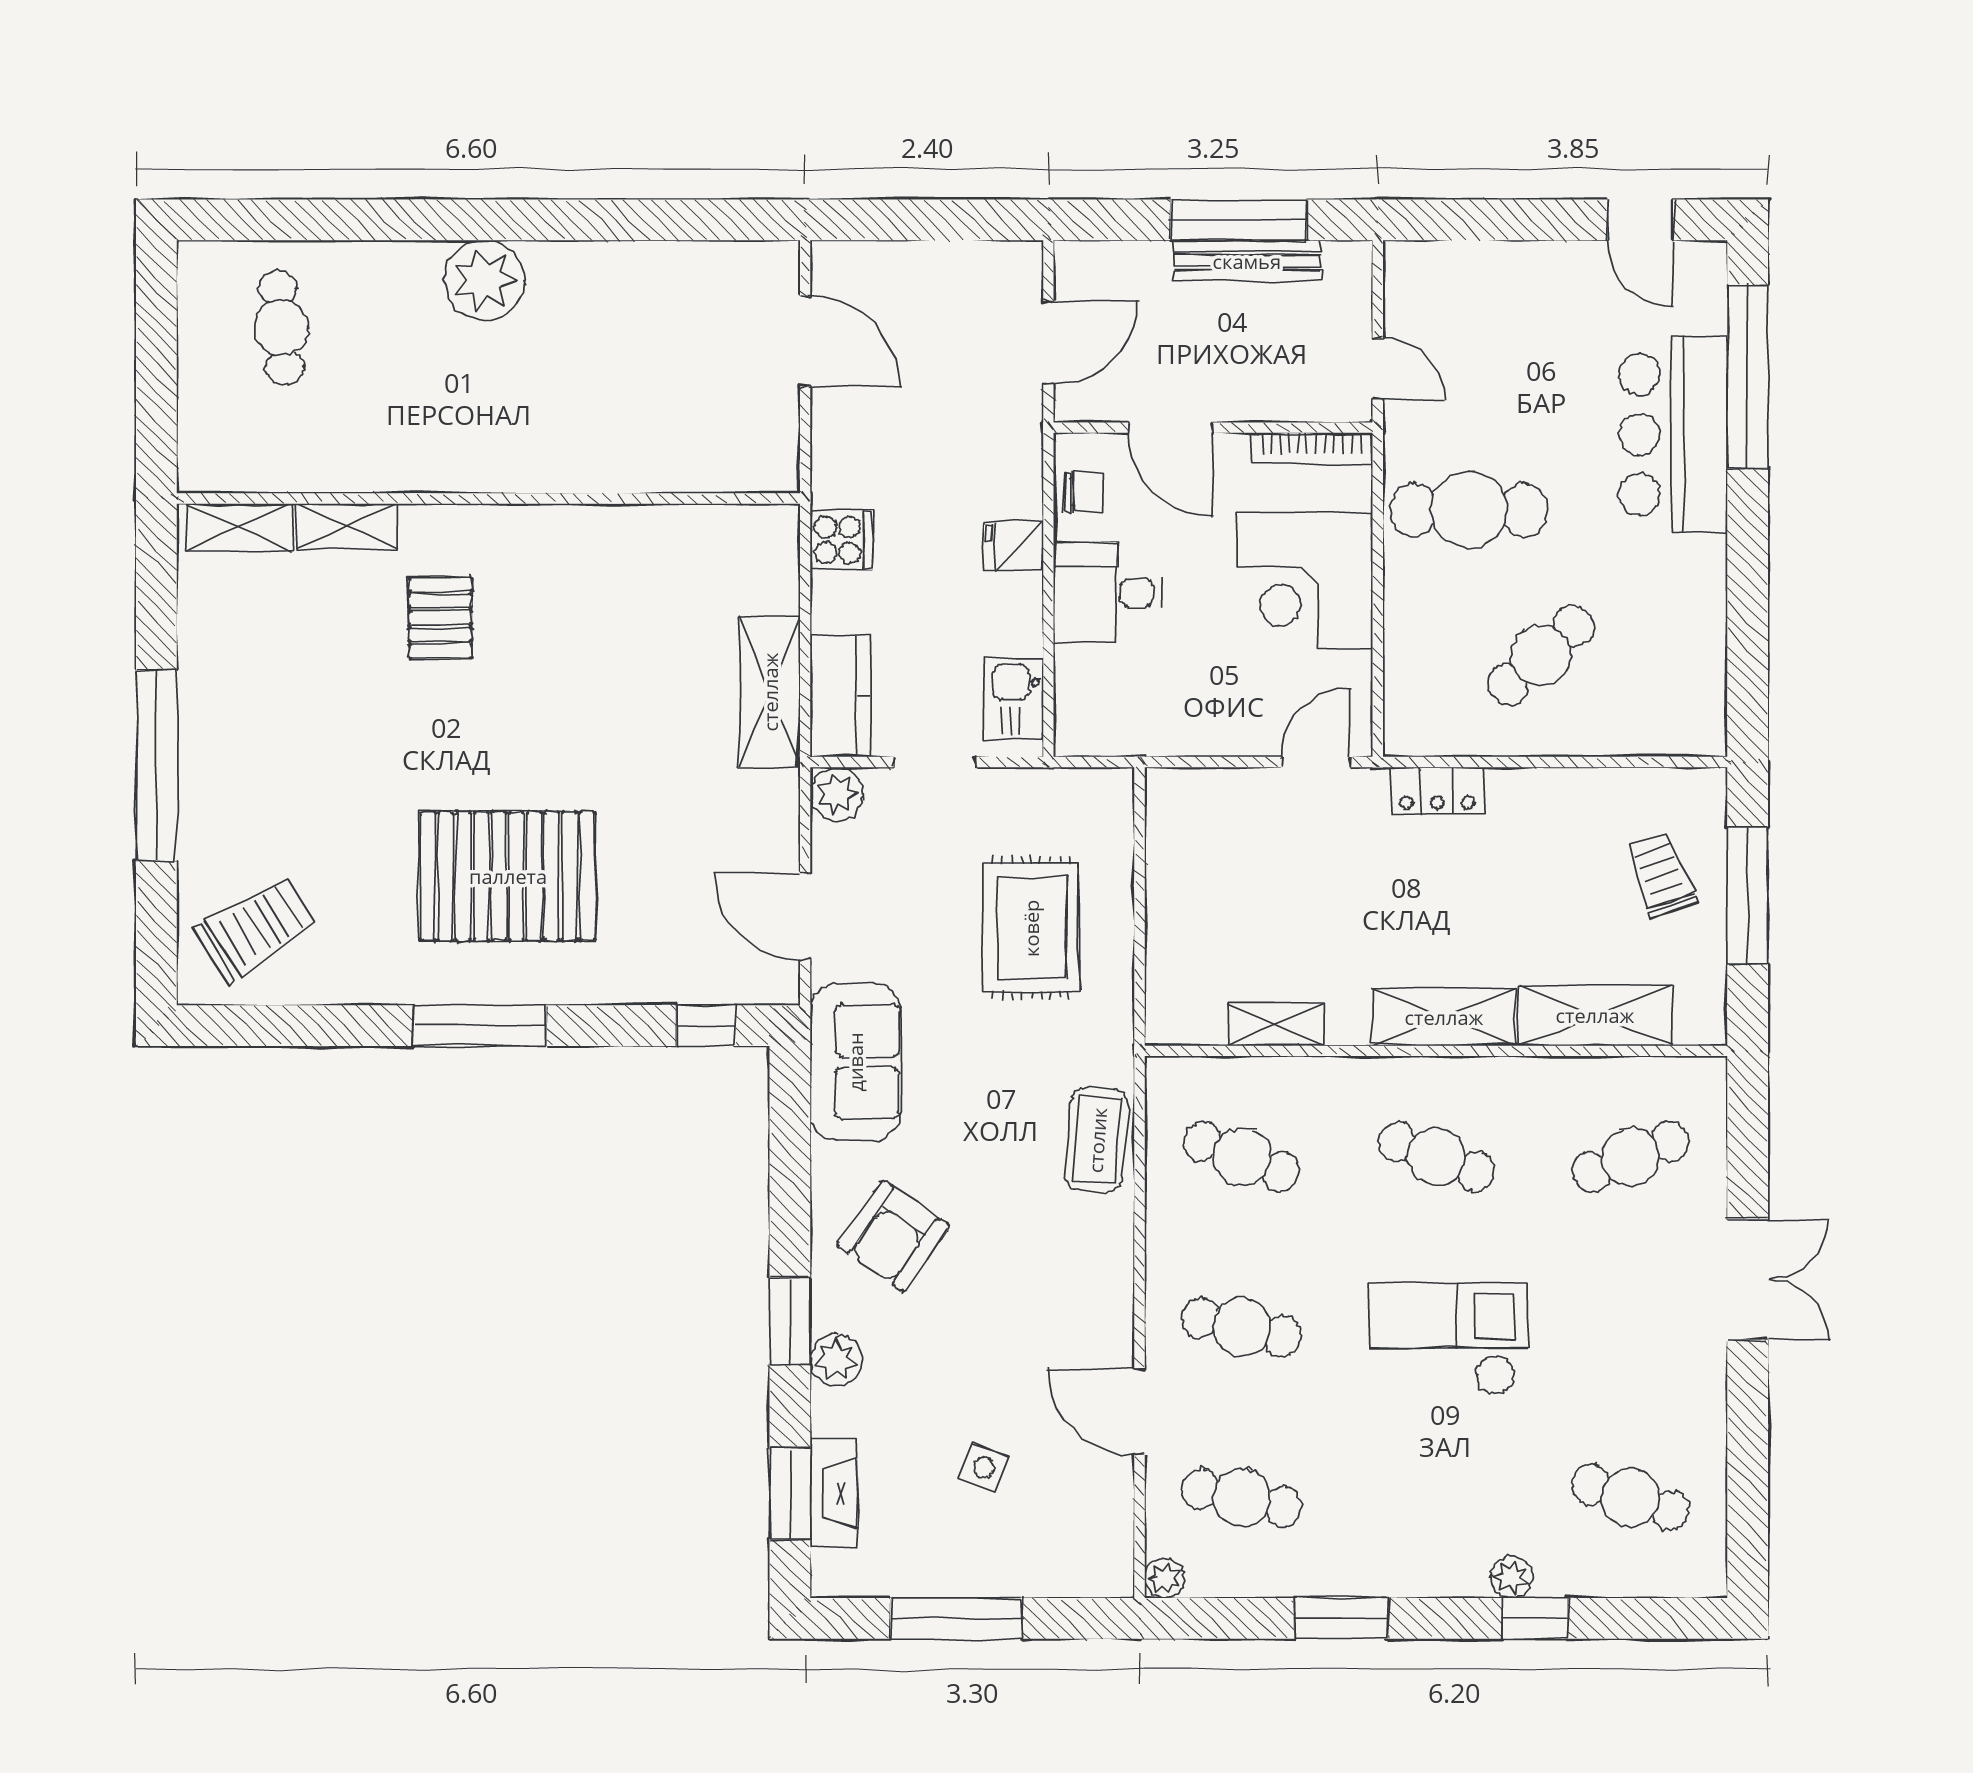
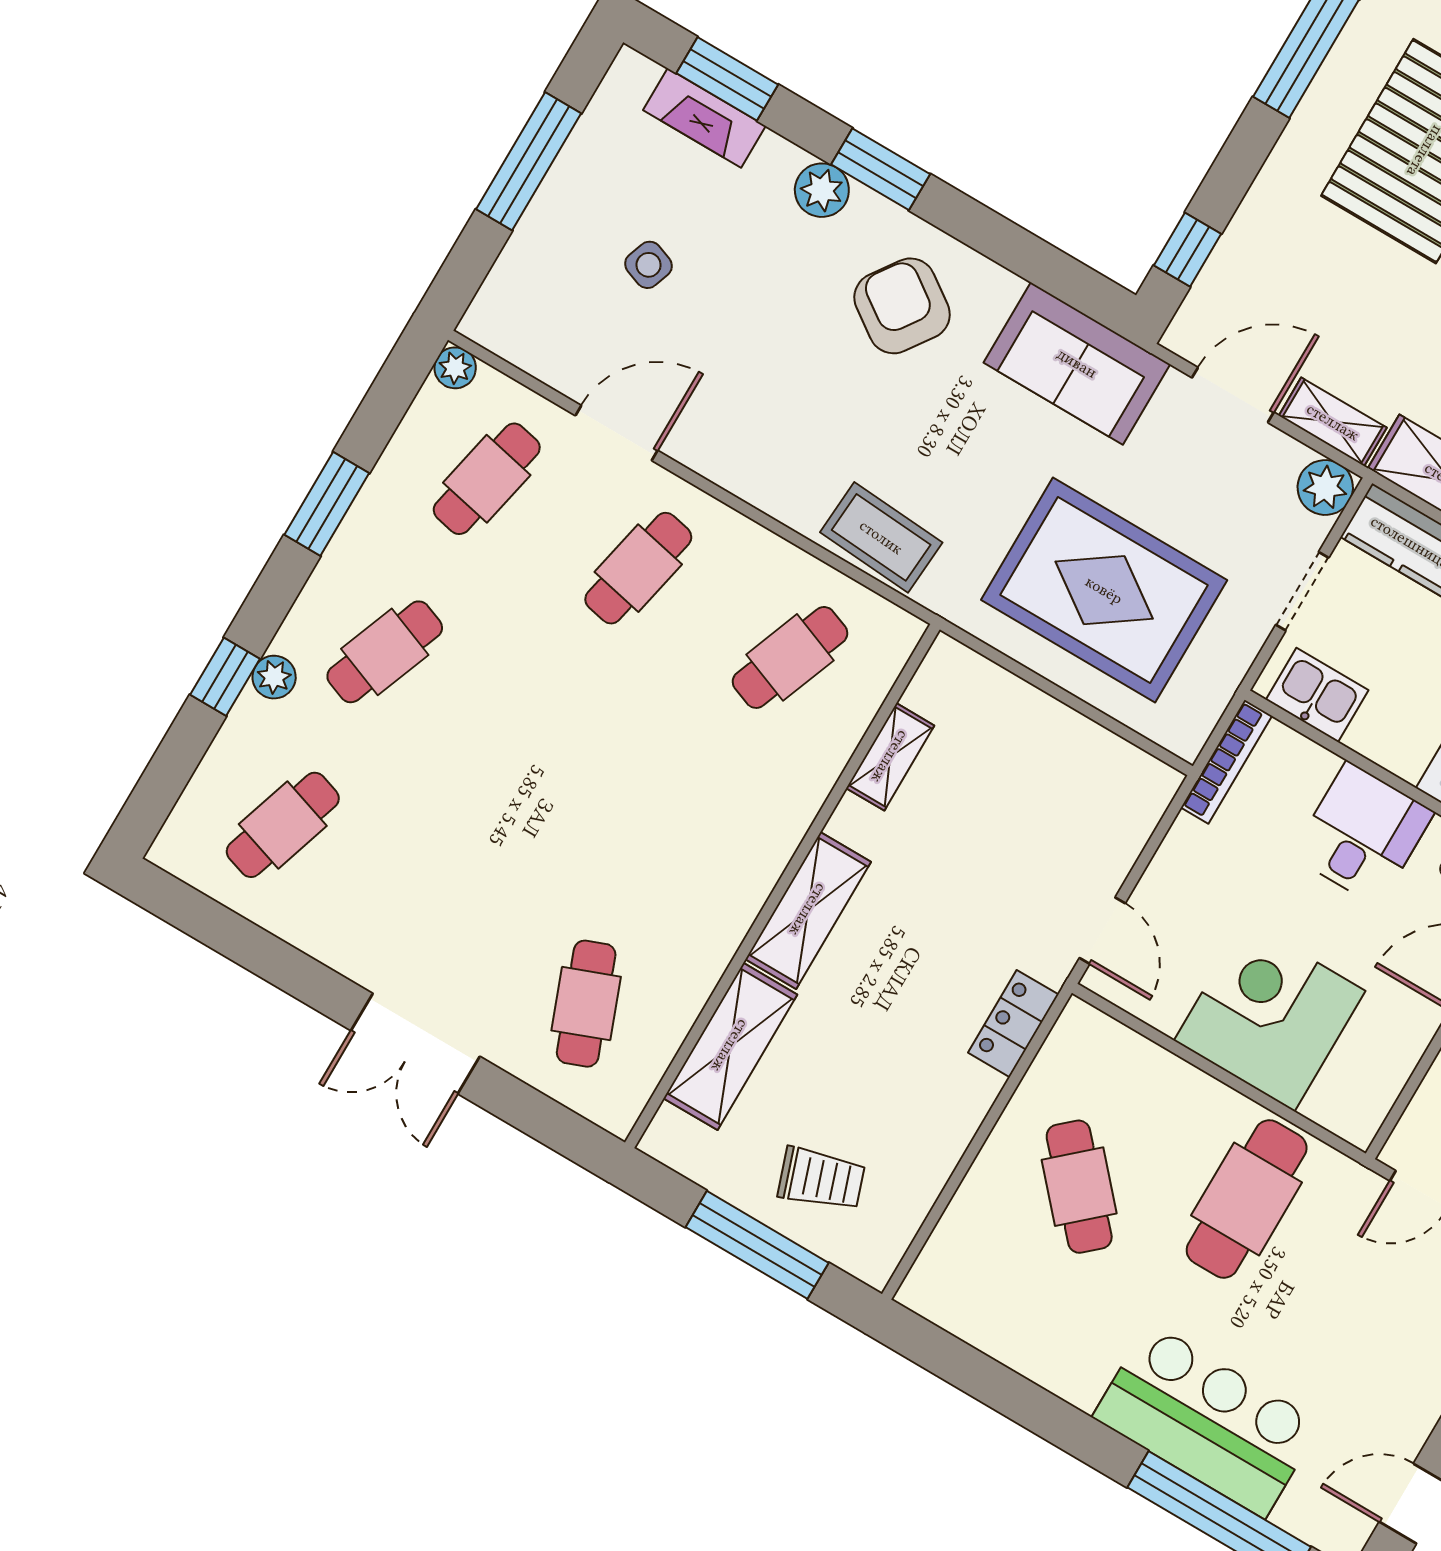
bookcase: (1312, 448) -> (1226, 762), moved, turned 180
shelving: (778, 820) -> (1333, 422), added
rug: (1031, 928) -> (1104, 590), width x1.37, depth x1.44
cafe table: (1436, 1157) -> (385, 652), moved
checkout: (1449, 1339) -> (519, 746), removed

